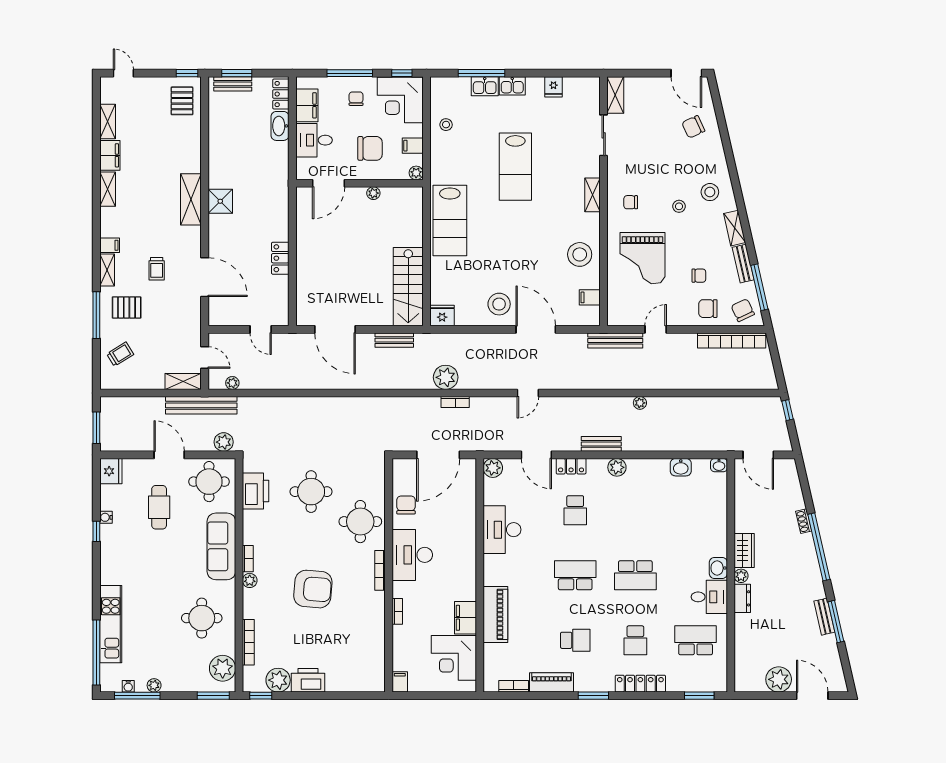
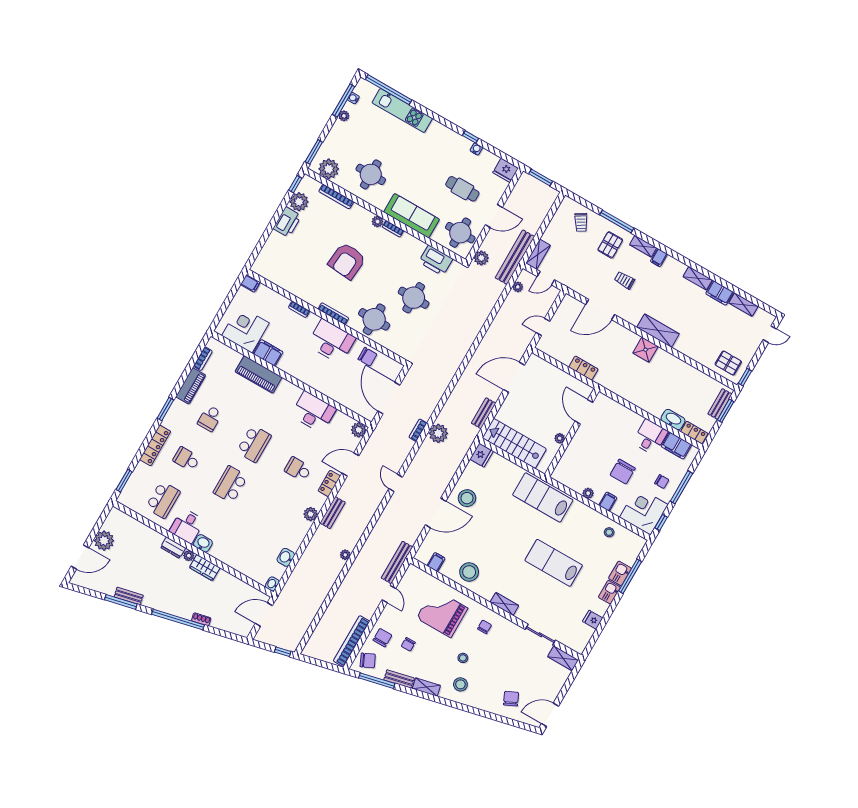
door: (329, 183) -> (584, 412), moved
wall: (359, 183) -> (572, 433), moved
plant: (373, 193) -> (560, 438), moved

